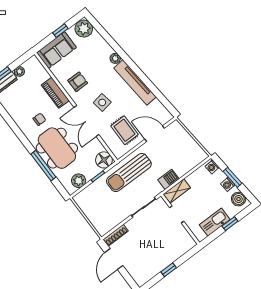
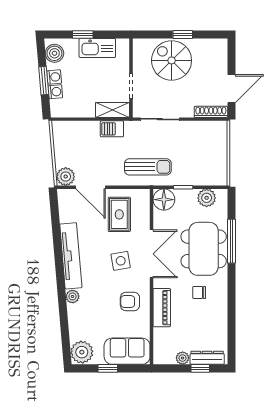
plant: (175, 129) -> (66, 177), added
washing machine: (212, 167) -> (55, 92), moved
sun lounger: (129, 173) -> (148, 167), width x0.73, depth x0.75
spiral stairs: (163, 249) -> (172, 60), added

